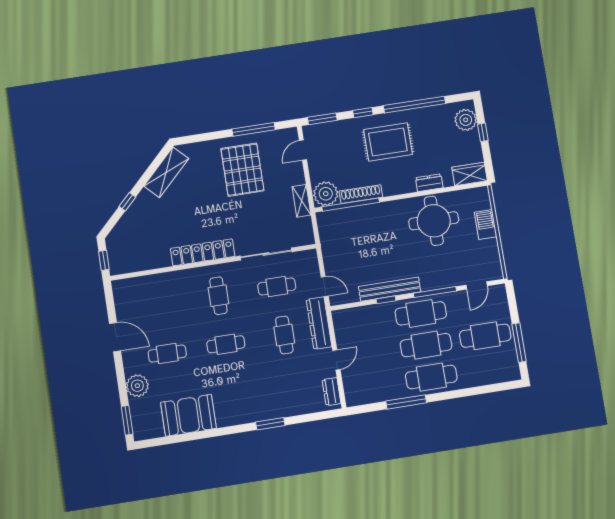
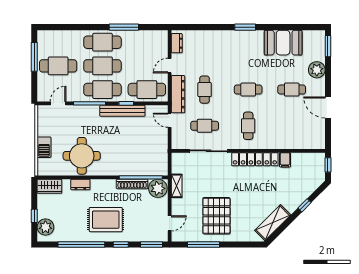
filing cabinet: (162, 258) -> (285, 160), added
cafe table: (362, 323) -> (147, 90), added
window: (270, 424) -> (245, 27), moved

